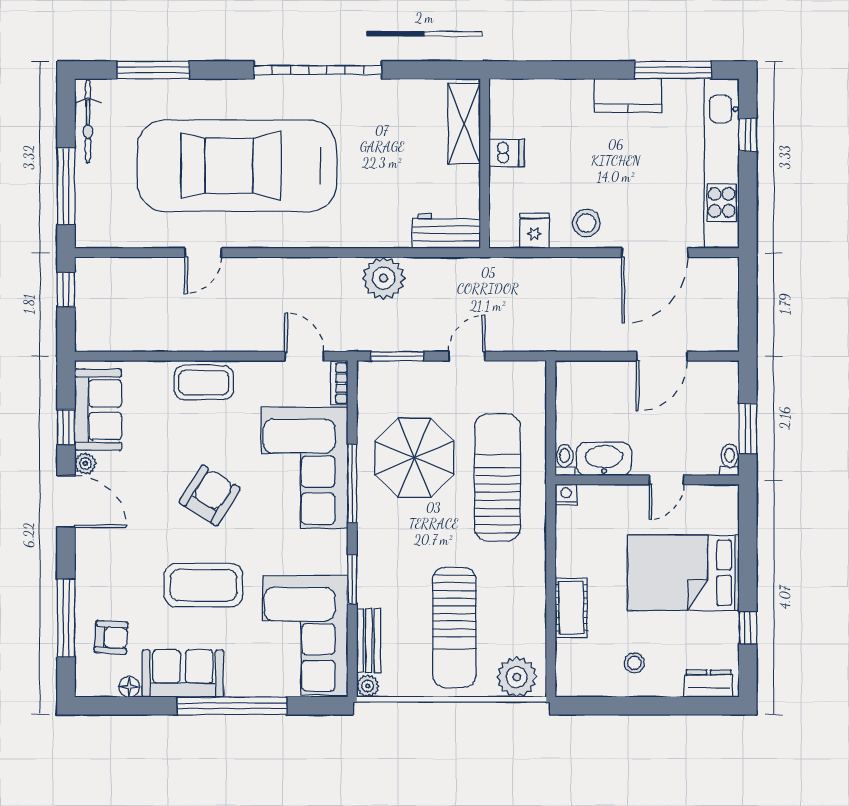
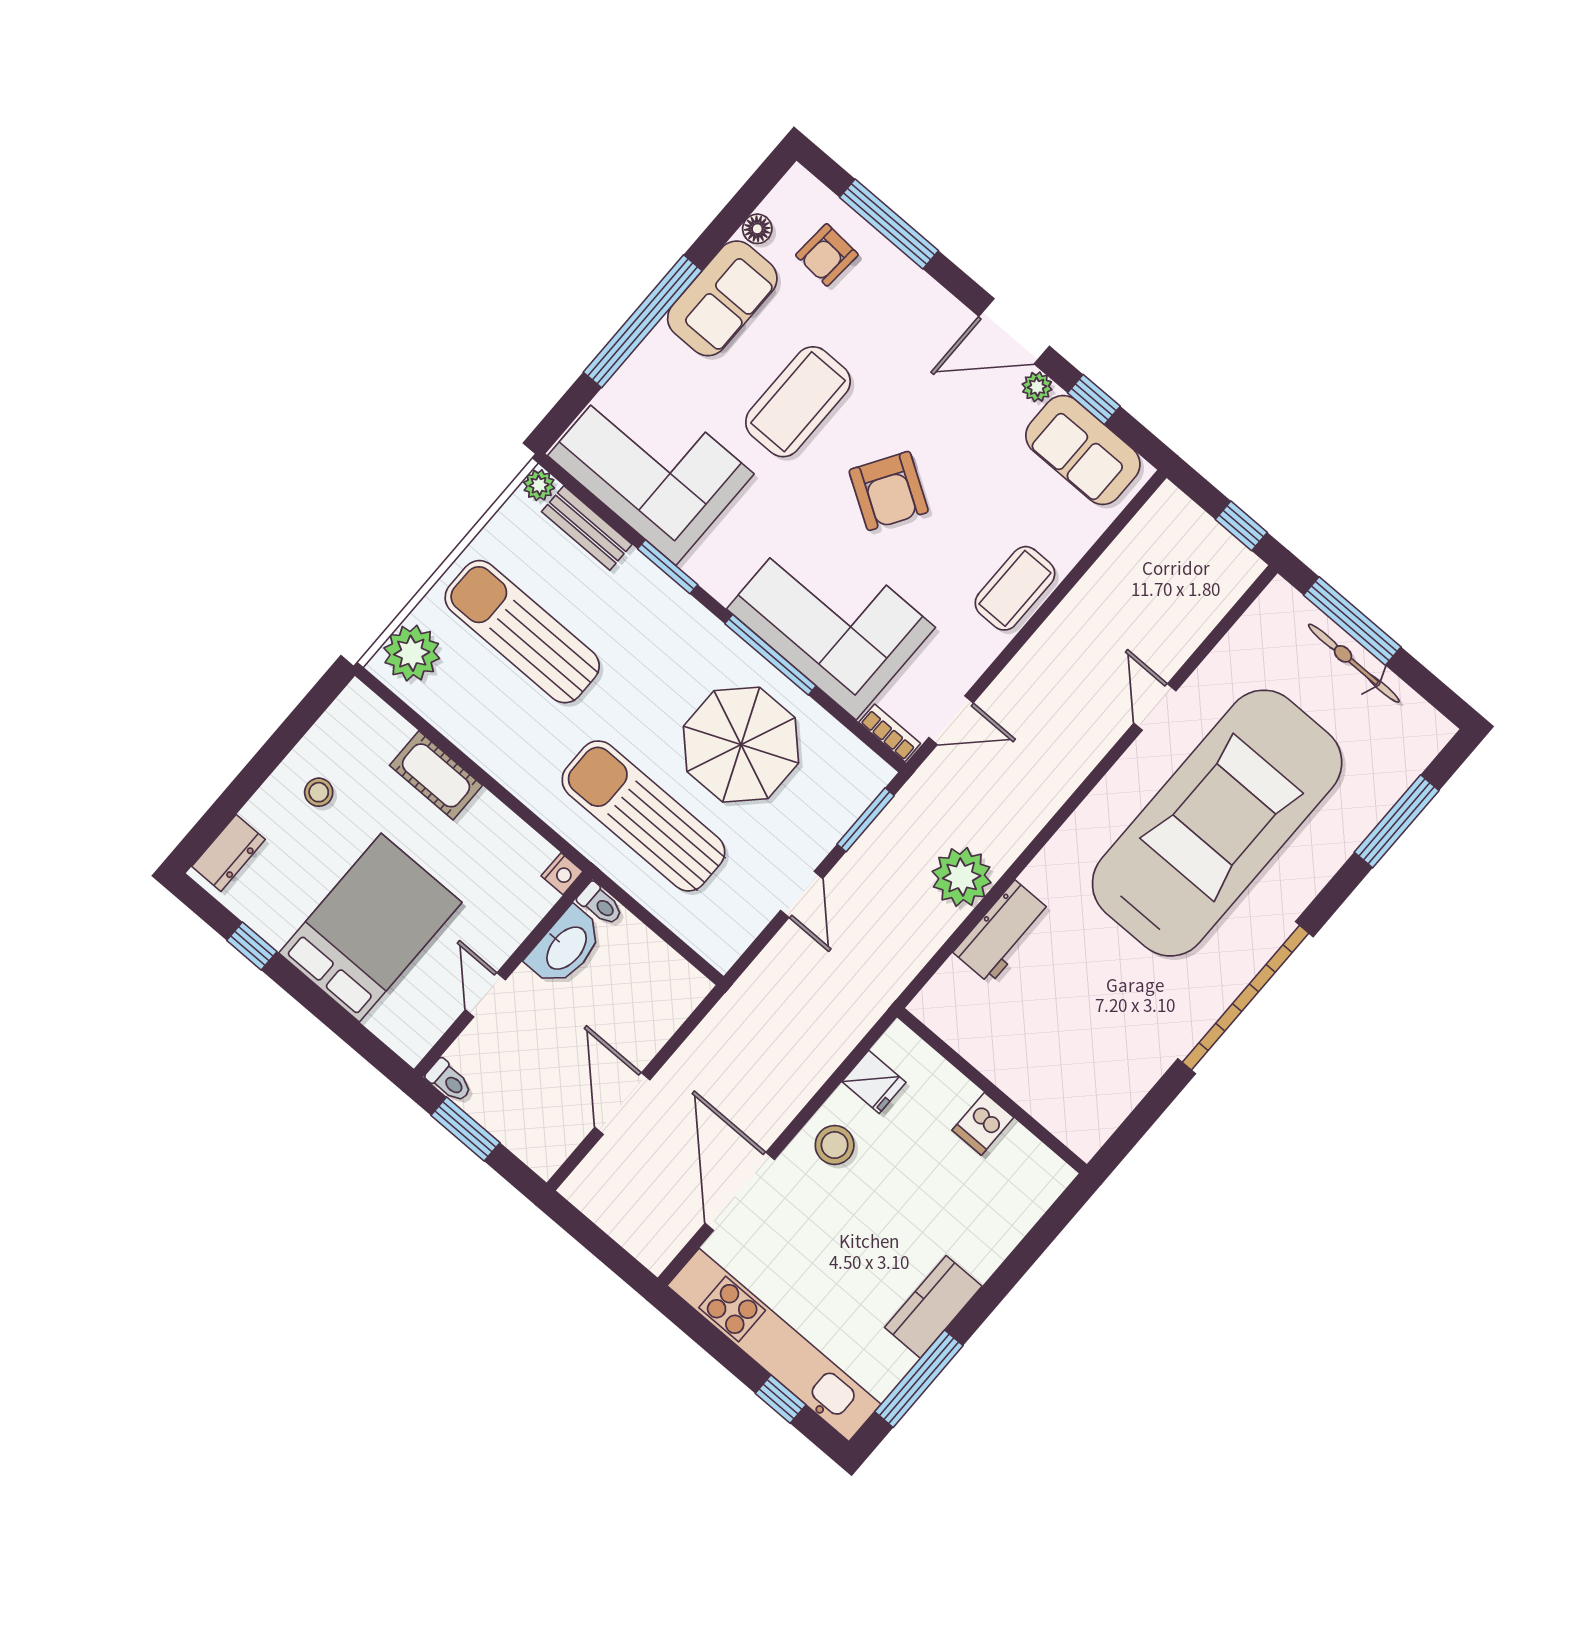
bicycle: (88, 122) -> (1354, 663), moved
shelving: (464, 124) -> (1053, 1105), removed
workbench: (446, 231) -> (1003, 932), moved
sun lounger: (497, 477) -> (643, 816), turned 180

